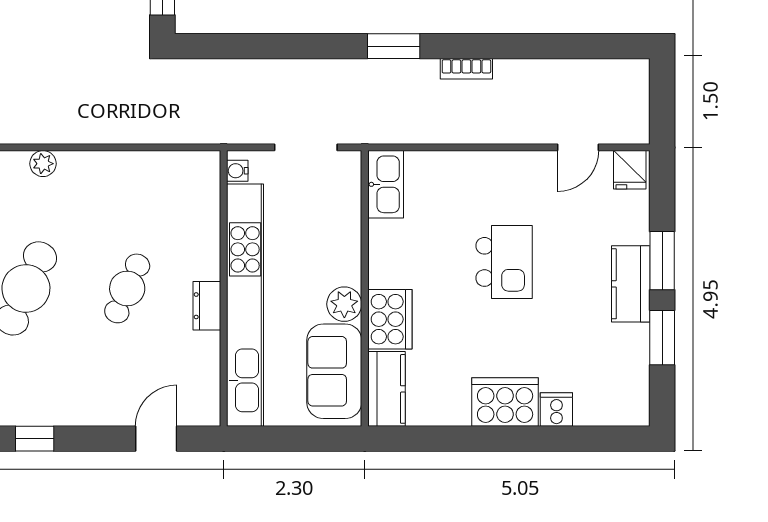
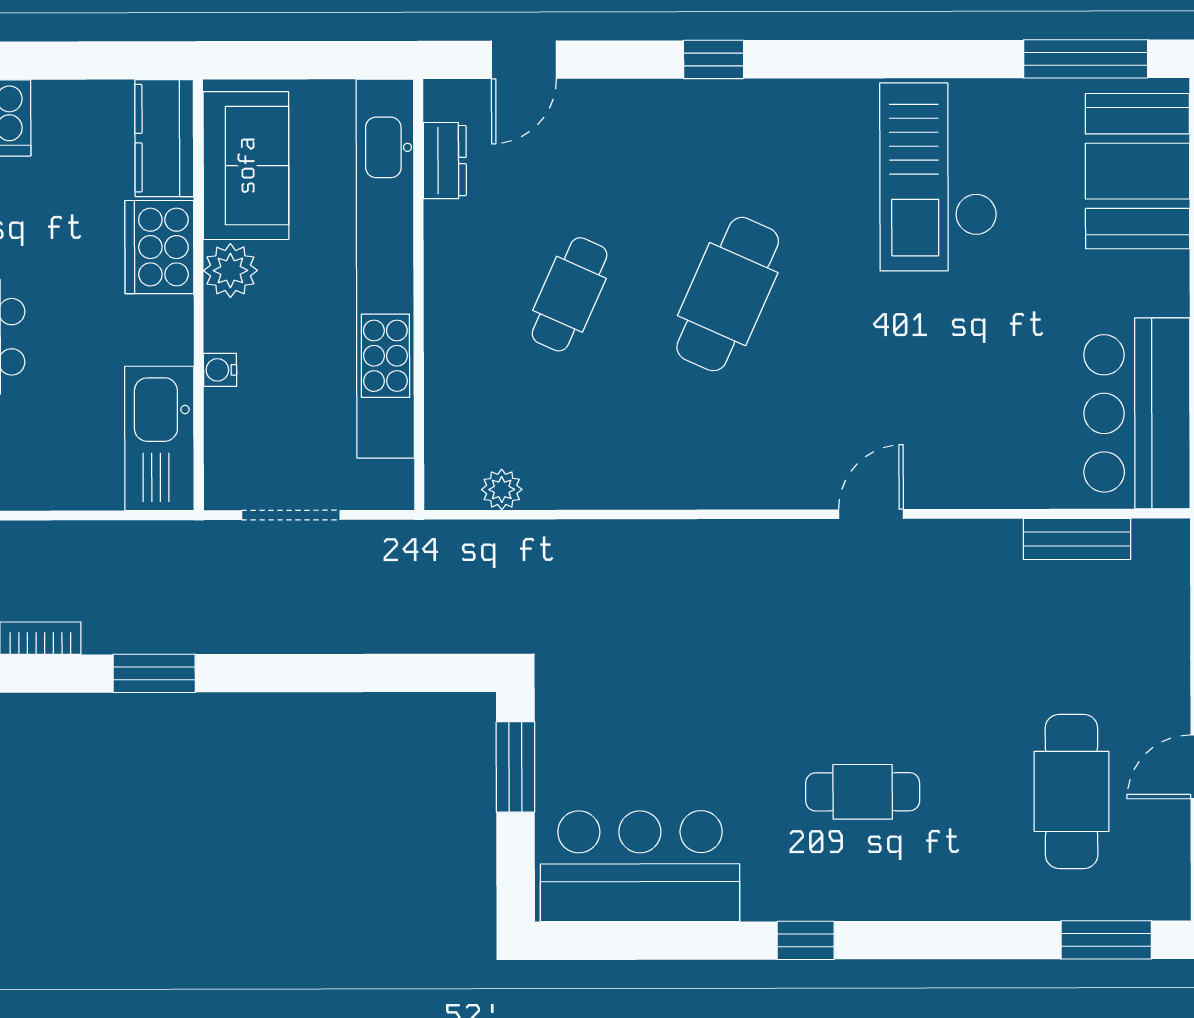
plant: (43, 164) -> (502, 489), moved
water cooler: (237, 171) -> (220, 370), moved, turned 180
kitchen sink: (386, 184) -> (159, 438), width x1.36, depth x1.24
dresser: (207, 306) -> (445, 161), moved

